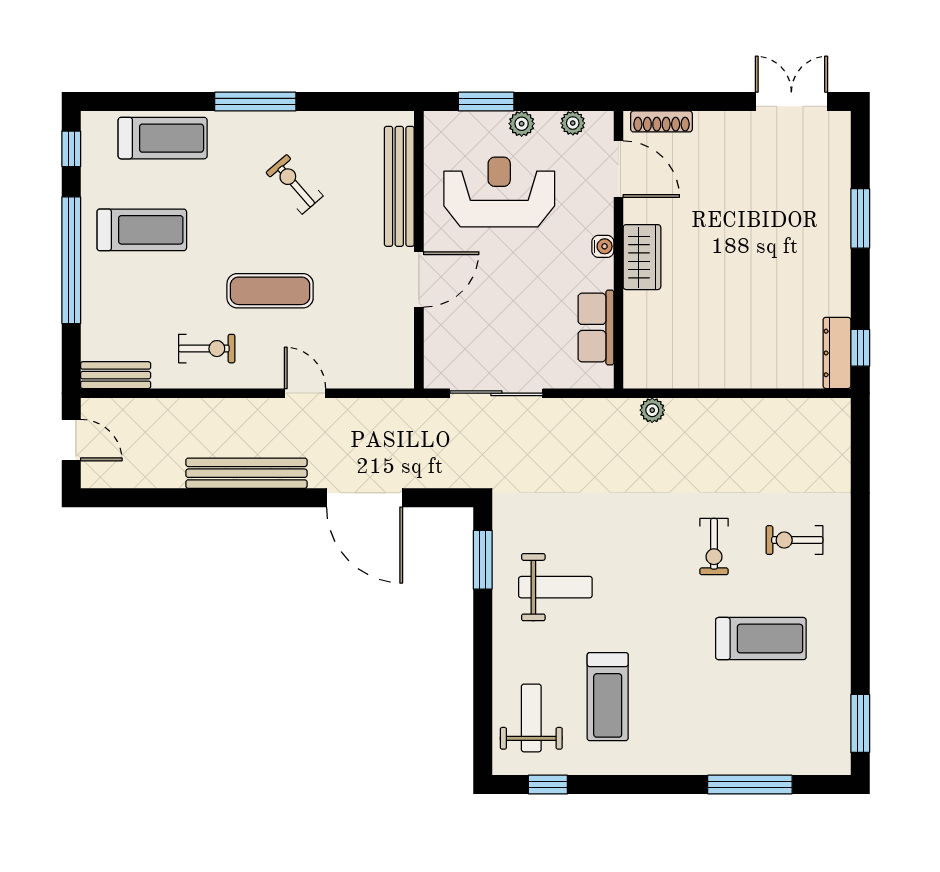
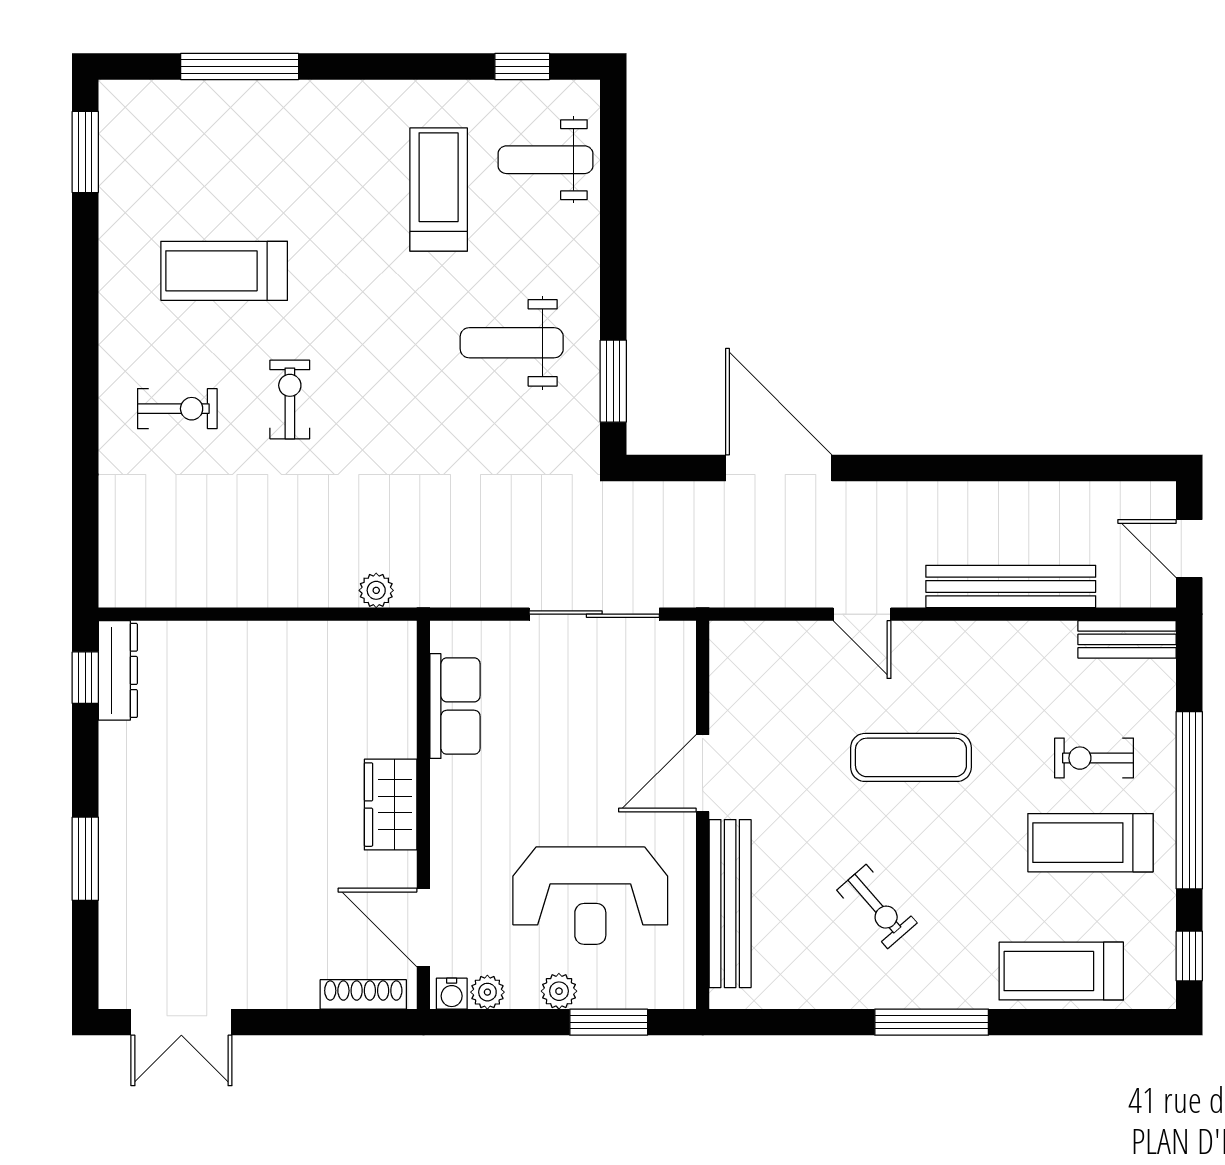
water cooler: (603, 246) -> (452, 994), moved, turned -90
exercise bike: (207, 349) -> (1094, 758), moved
bench: (246, 473) -> (1011, 586), moved
weight bench: (531, 718) -> (545, 160), turned 90

